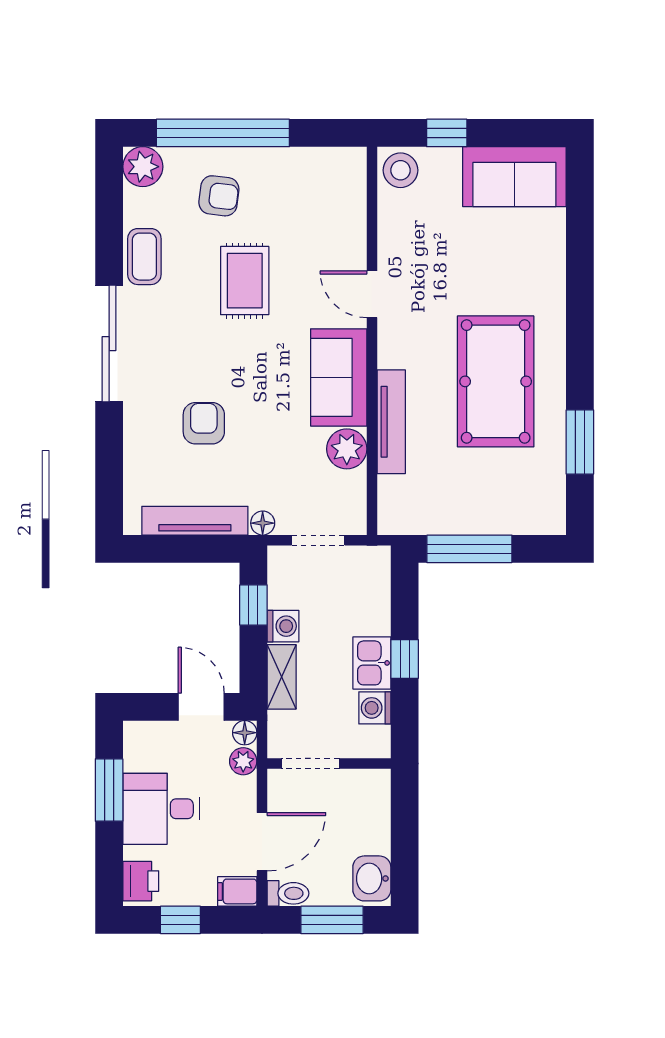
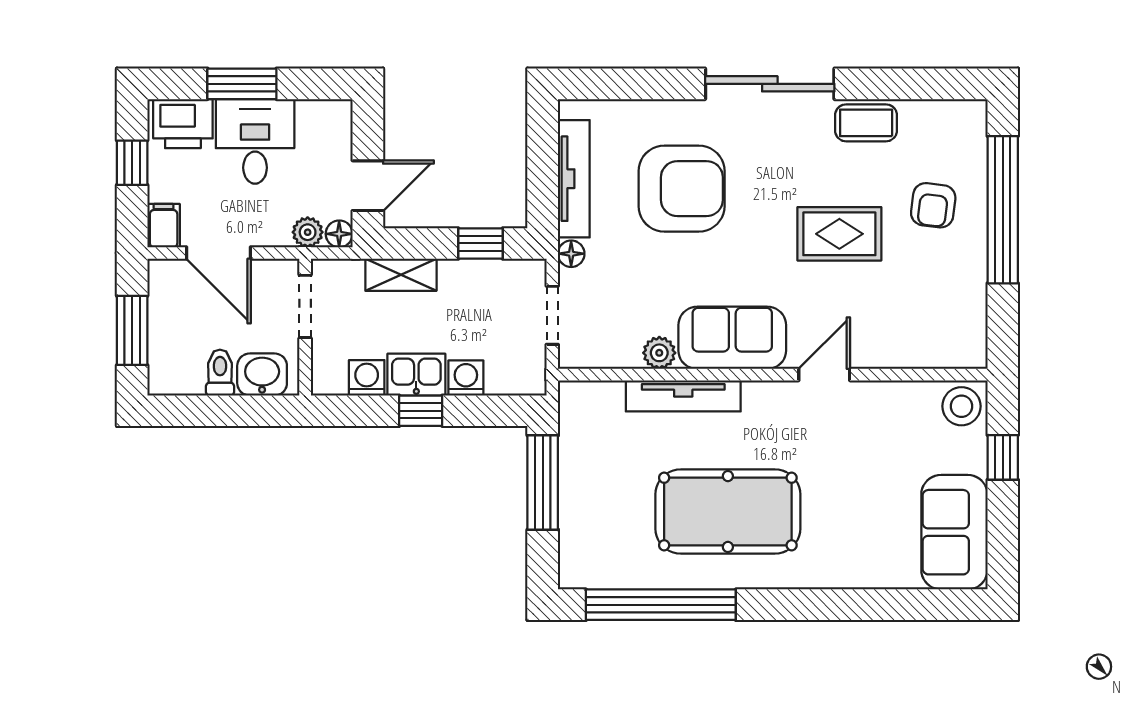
plant: (143, 167) -> (965, 121), removed
armchair: (204, 423) -> (682, 189), width x1.88, depth x1.88
window: (580, 442) -> (661, 605), width x2.11
plant: (347, 449) -> (659, 353), width x0.73, depth x0.73
washing machine: (283, 626) -> (466, 378), moved, turned 180
window: (109, 790) -> (242, 84), moved
washbasin: (372, 878) -> (262, 375), moved
printer: (141, 881) -> (183, 124), width x1.36, depth x1.24
toilet: (288, 893) -> (220, 373), moved, turned 180

